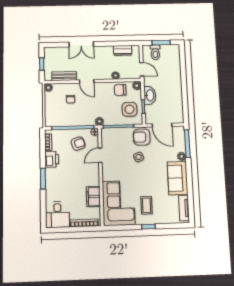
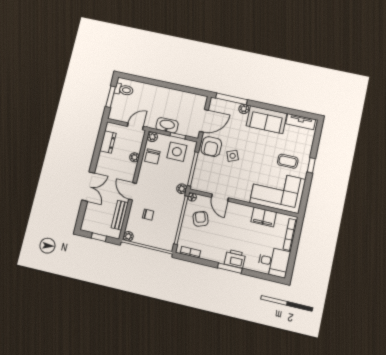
toilet: (155, 52) -> (124, 90), moved
door: (87, 81) -> (133, 191), swing flipped
printer: (52, 159) -> (235, 259), moved

